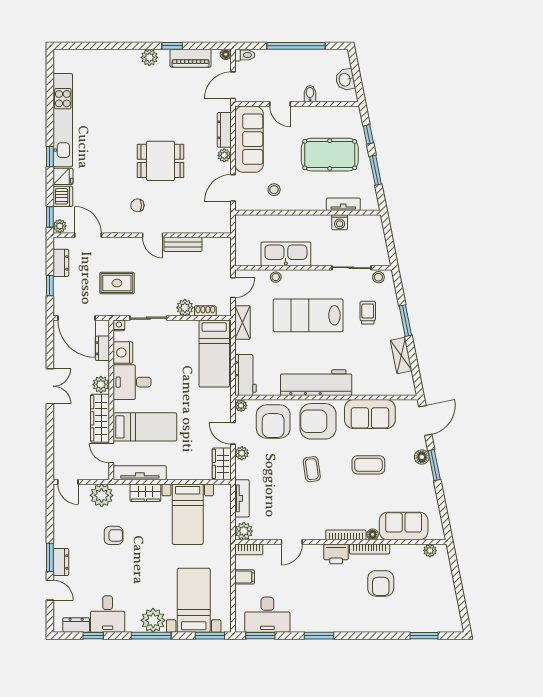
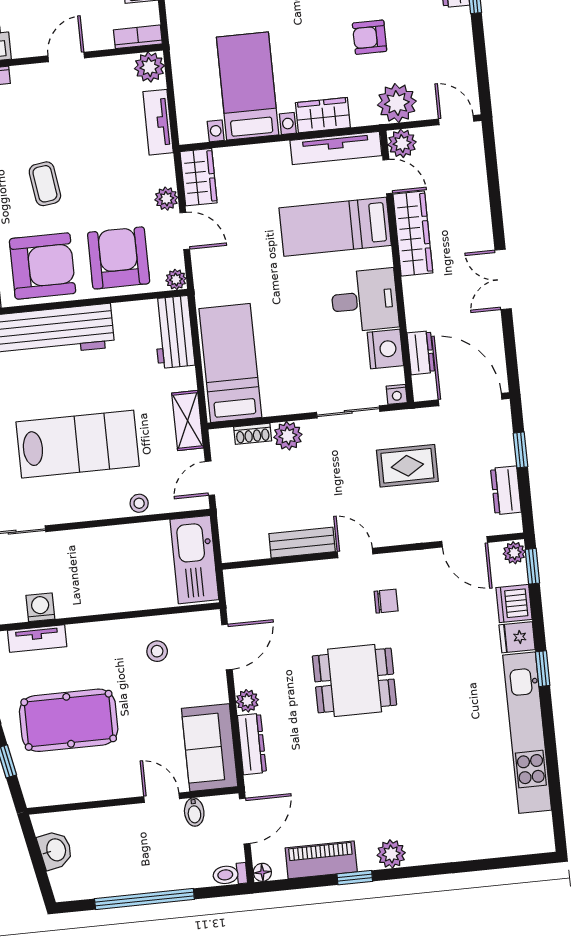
bidet: (310, 94) -> (194, 812), moved
sofa: (249, 139) -> (210, 748), width x0.73
kitchen sink: (286, 254) -> (194, 560), moved, turned 90
plant: (101, 384) -> (402, 143), moved

